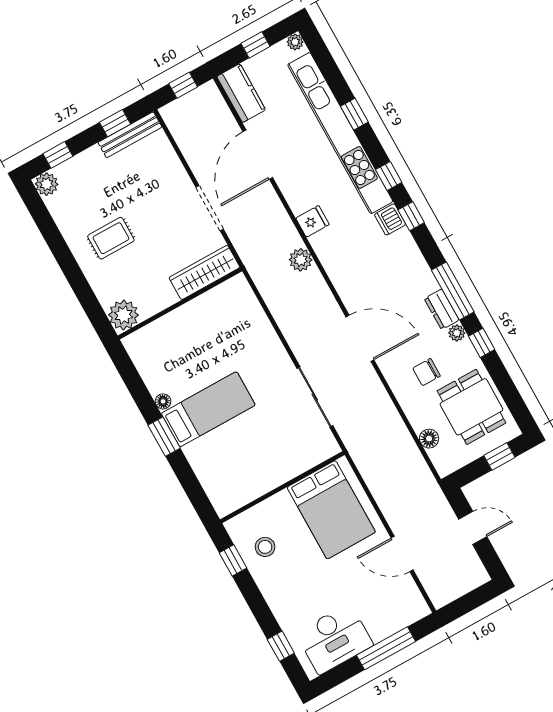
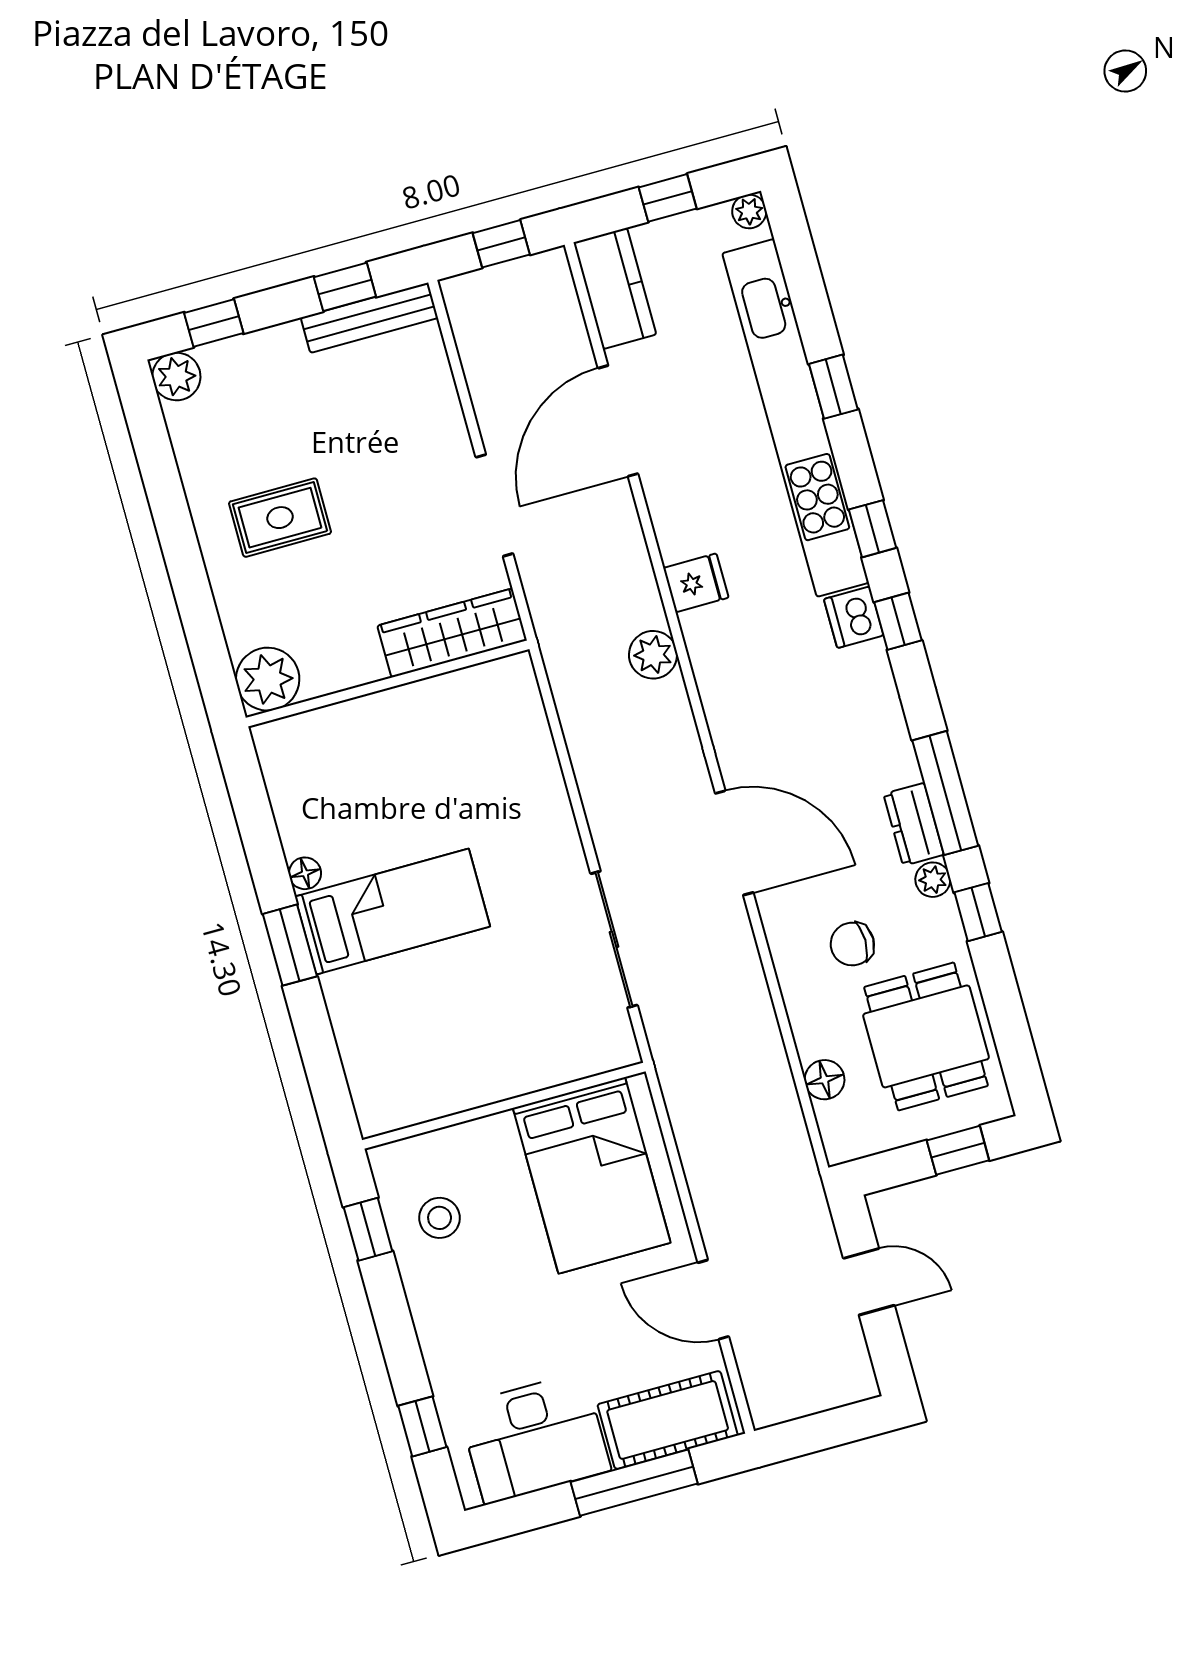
cot: (395, 615) -> (668, 1420), added

